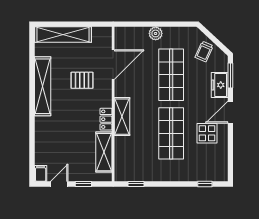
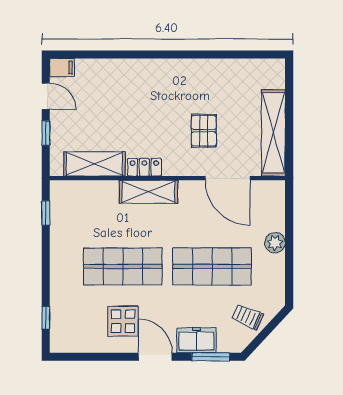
shelving: (63, 35) -> (273, 133), moved
shelving: (43, 86) -> (195, 71), removed

